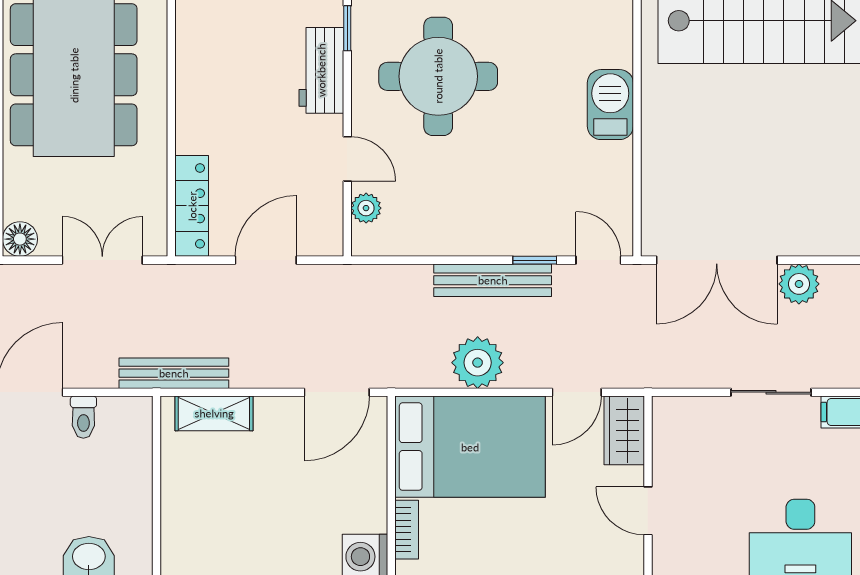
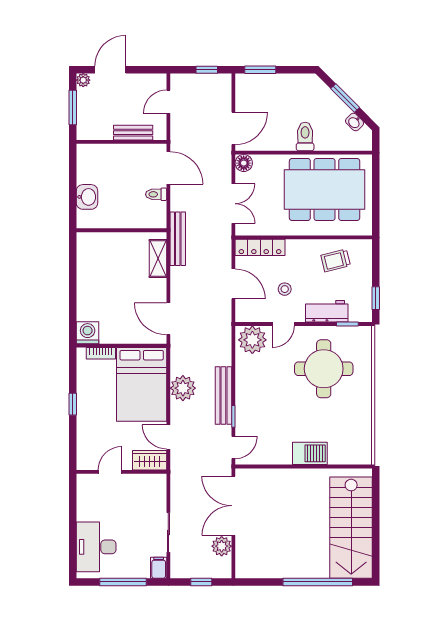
trolley: (218, 52) -> (336, 260), added
stool: (276, 156) -> (285, 289), added
plant: (366, 208) -> (252, 340), width x1.87, depth x1.87

